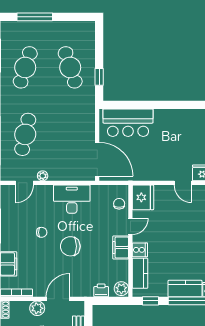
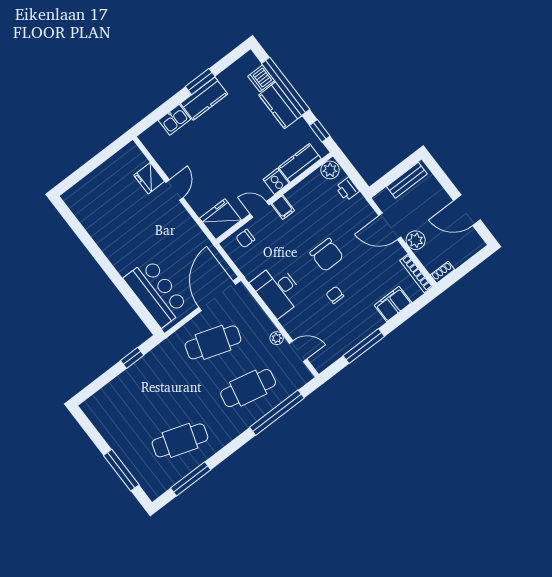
cafe table: (70, 67) -> (213, 342), moved, turned 36
filing cabinet: (121, 248) -> (283, 207), width x0.50

